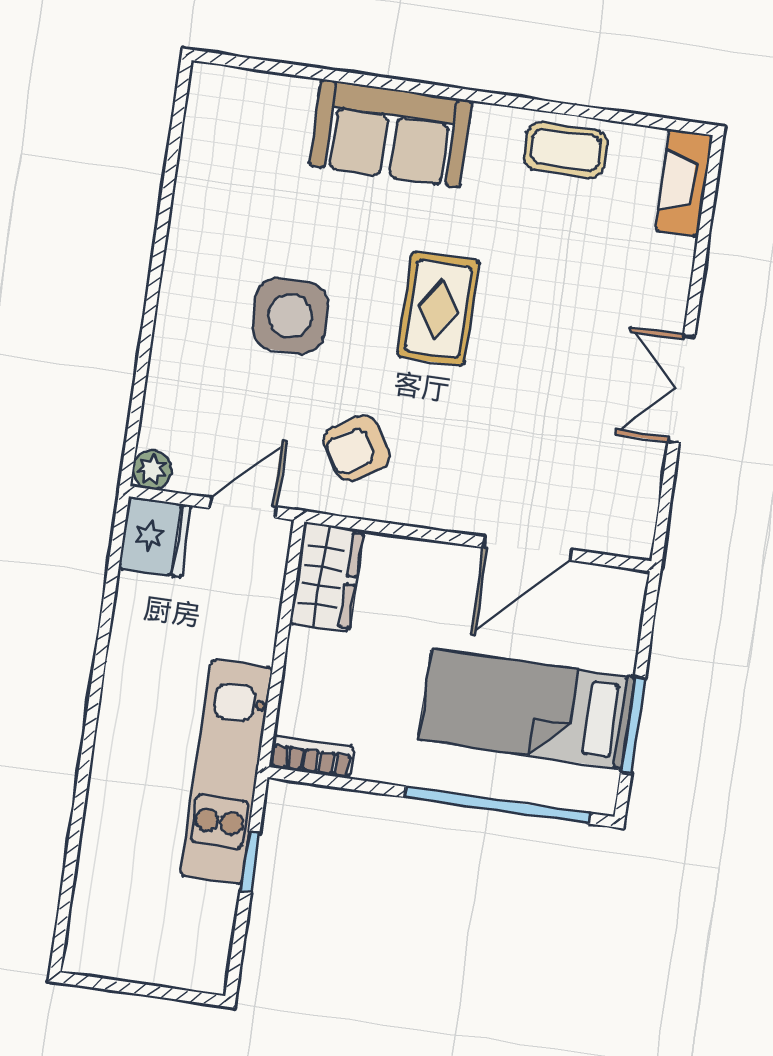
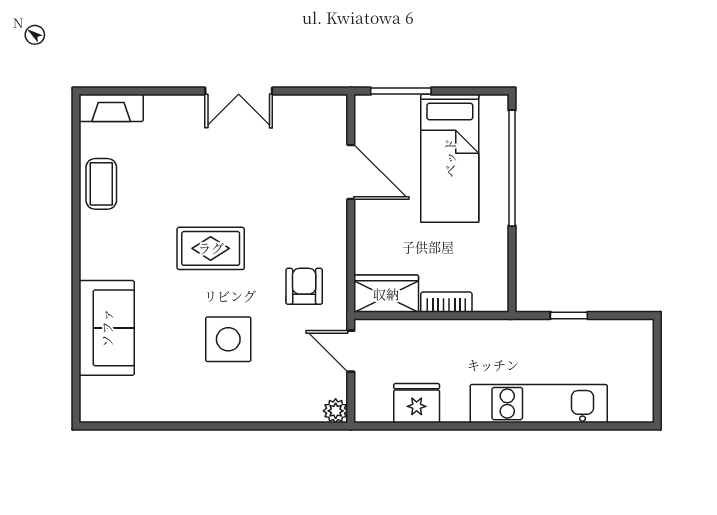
sofa: (391, 133) -> (107, 328), moved
armchair: (357, 448) -> (304, 286), turned -149
fridge: (155, 537) -> (417, 403), moved
window: (633, 725) -> (401, 91), moved
bookcase: (311, 757) -> (446, 302), moved, turned 90
kitchen unit: (227, 772) -> (539, 404), moved, turned 180

